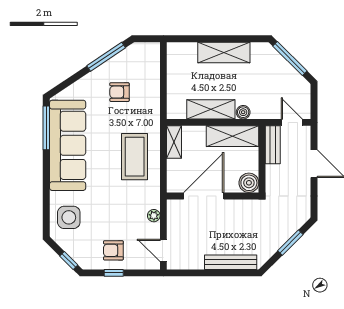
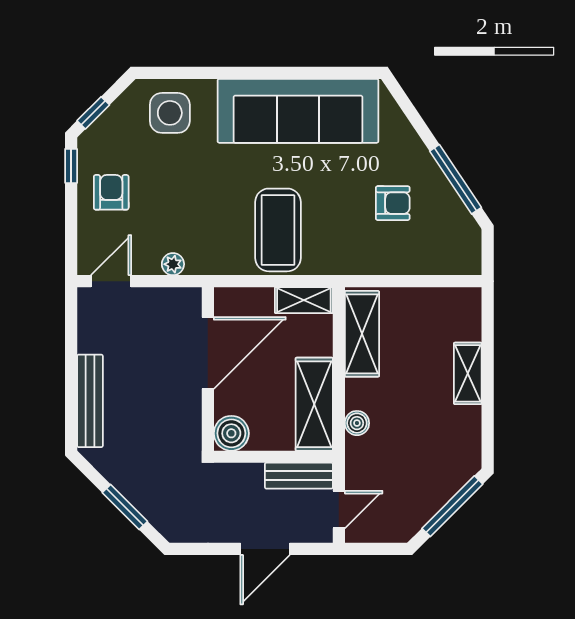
shelving: (224, 52) -> (468, 373), width x0.67, depth x0.75
armchair: (119, 92) -> (393, 203), turned 90
shelving: (211, 109) -> (362, 334), moved
window: (46, 128) -> (329, 73), removed
coffee table: (135, 157) -> (278, 230), turned 90
door: (204, 196) -> (208, 353), hinge flipped
window: (114, 273) -> (71, 166), moved

